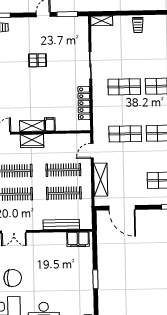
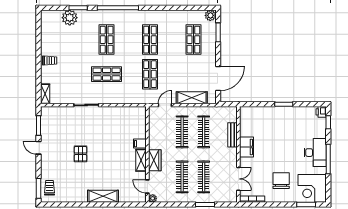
shop shelf: (124, 87) -> (107, 74), turned 90
locker: (84, 103) -> (121, 112), removed
door: (92, 151) -> (165, 105), swing flipped
bench: (61, 224) -> (233, 135), width x0.73
filing cabinet: (78, 239) -> (247, 147), moved

